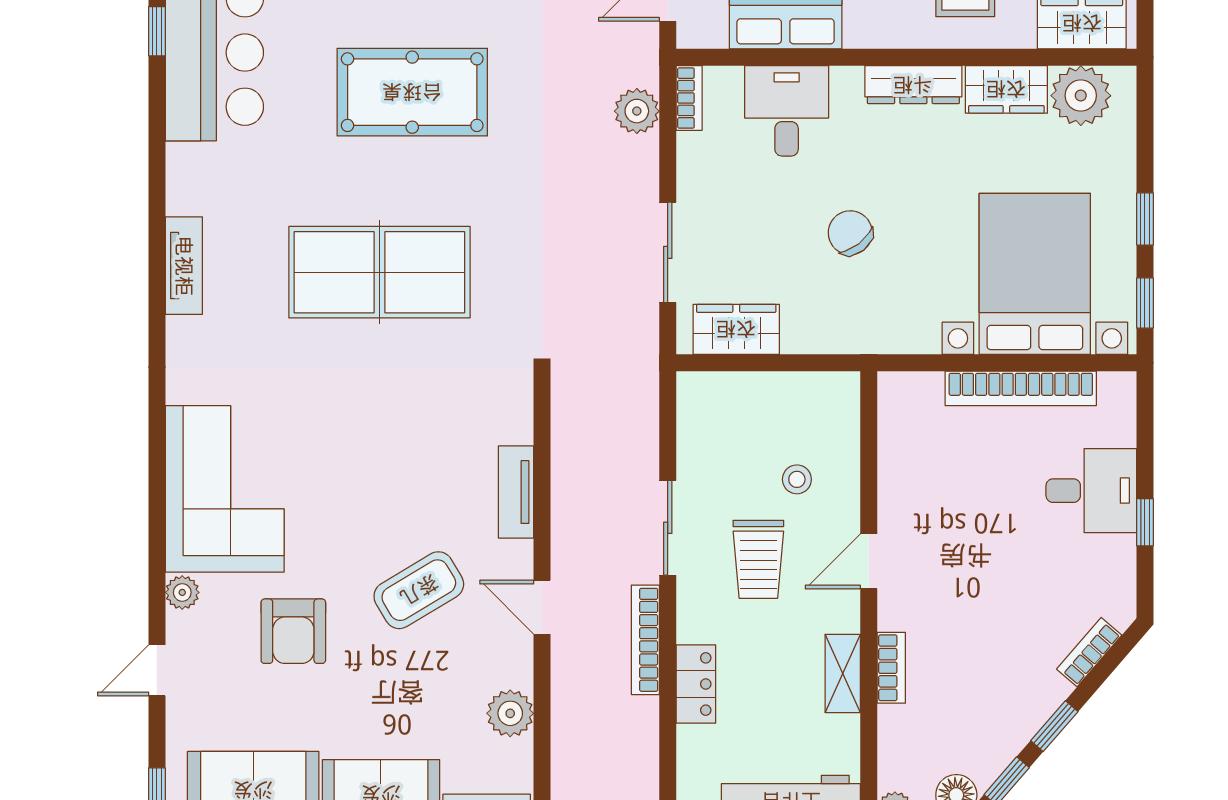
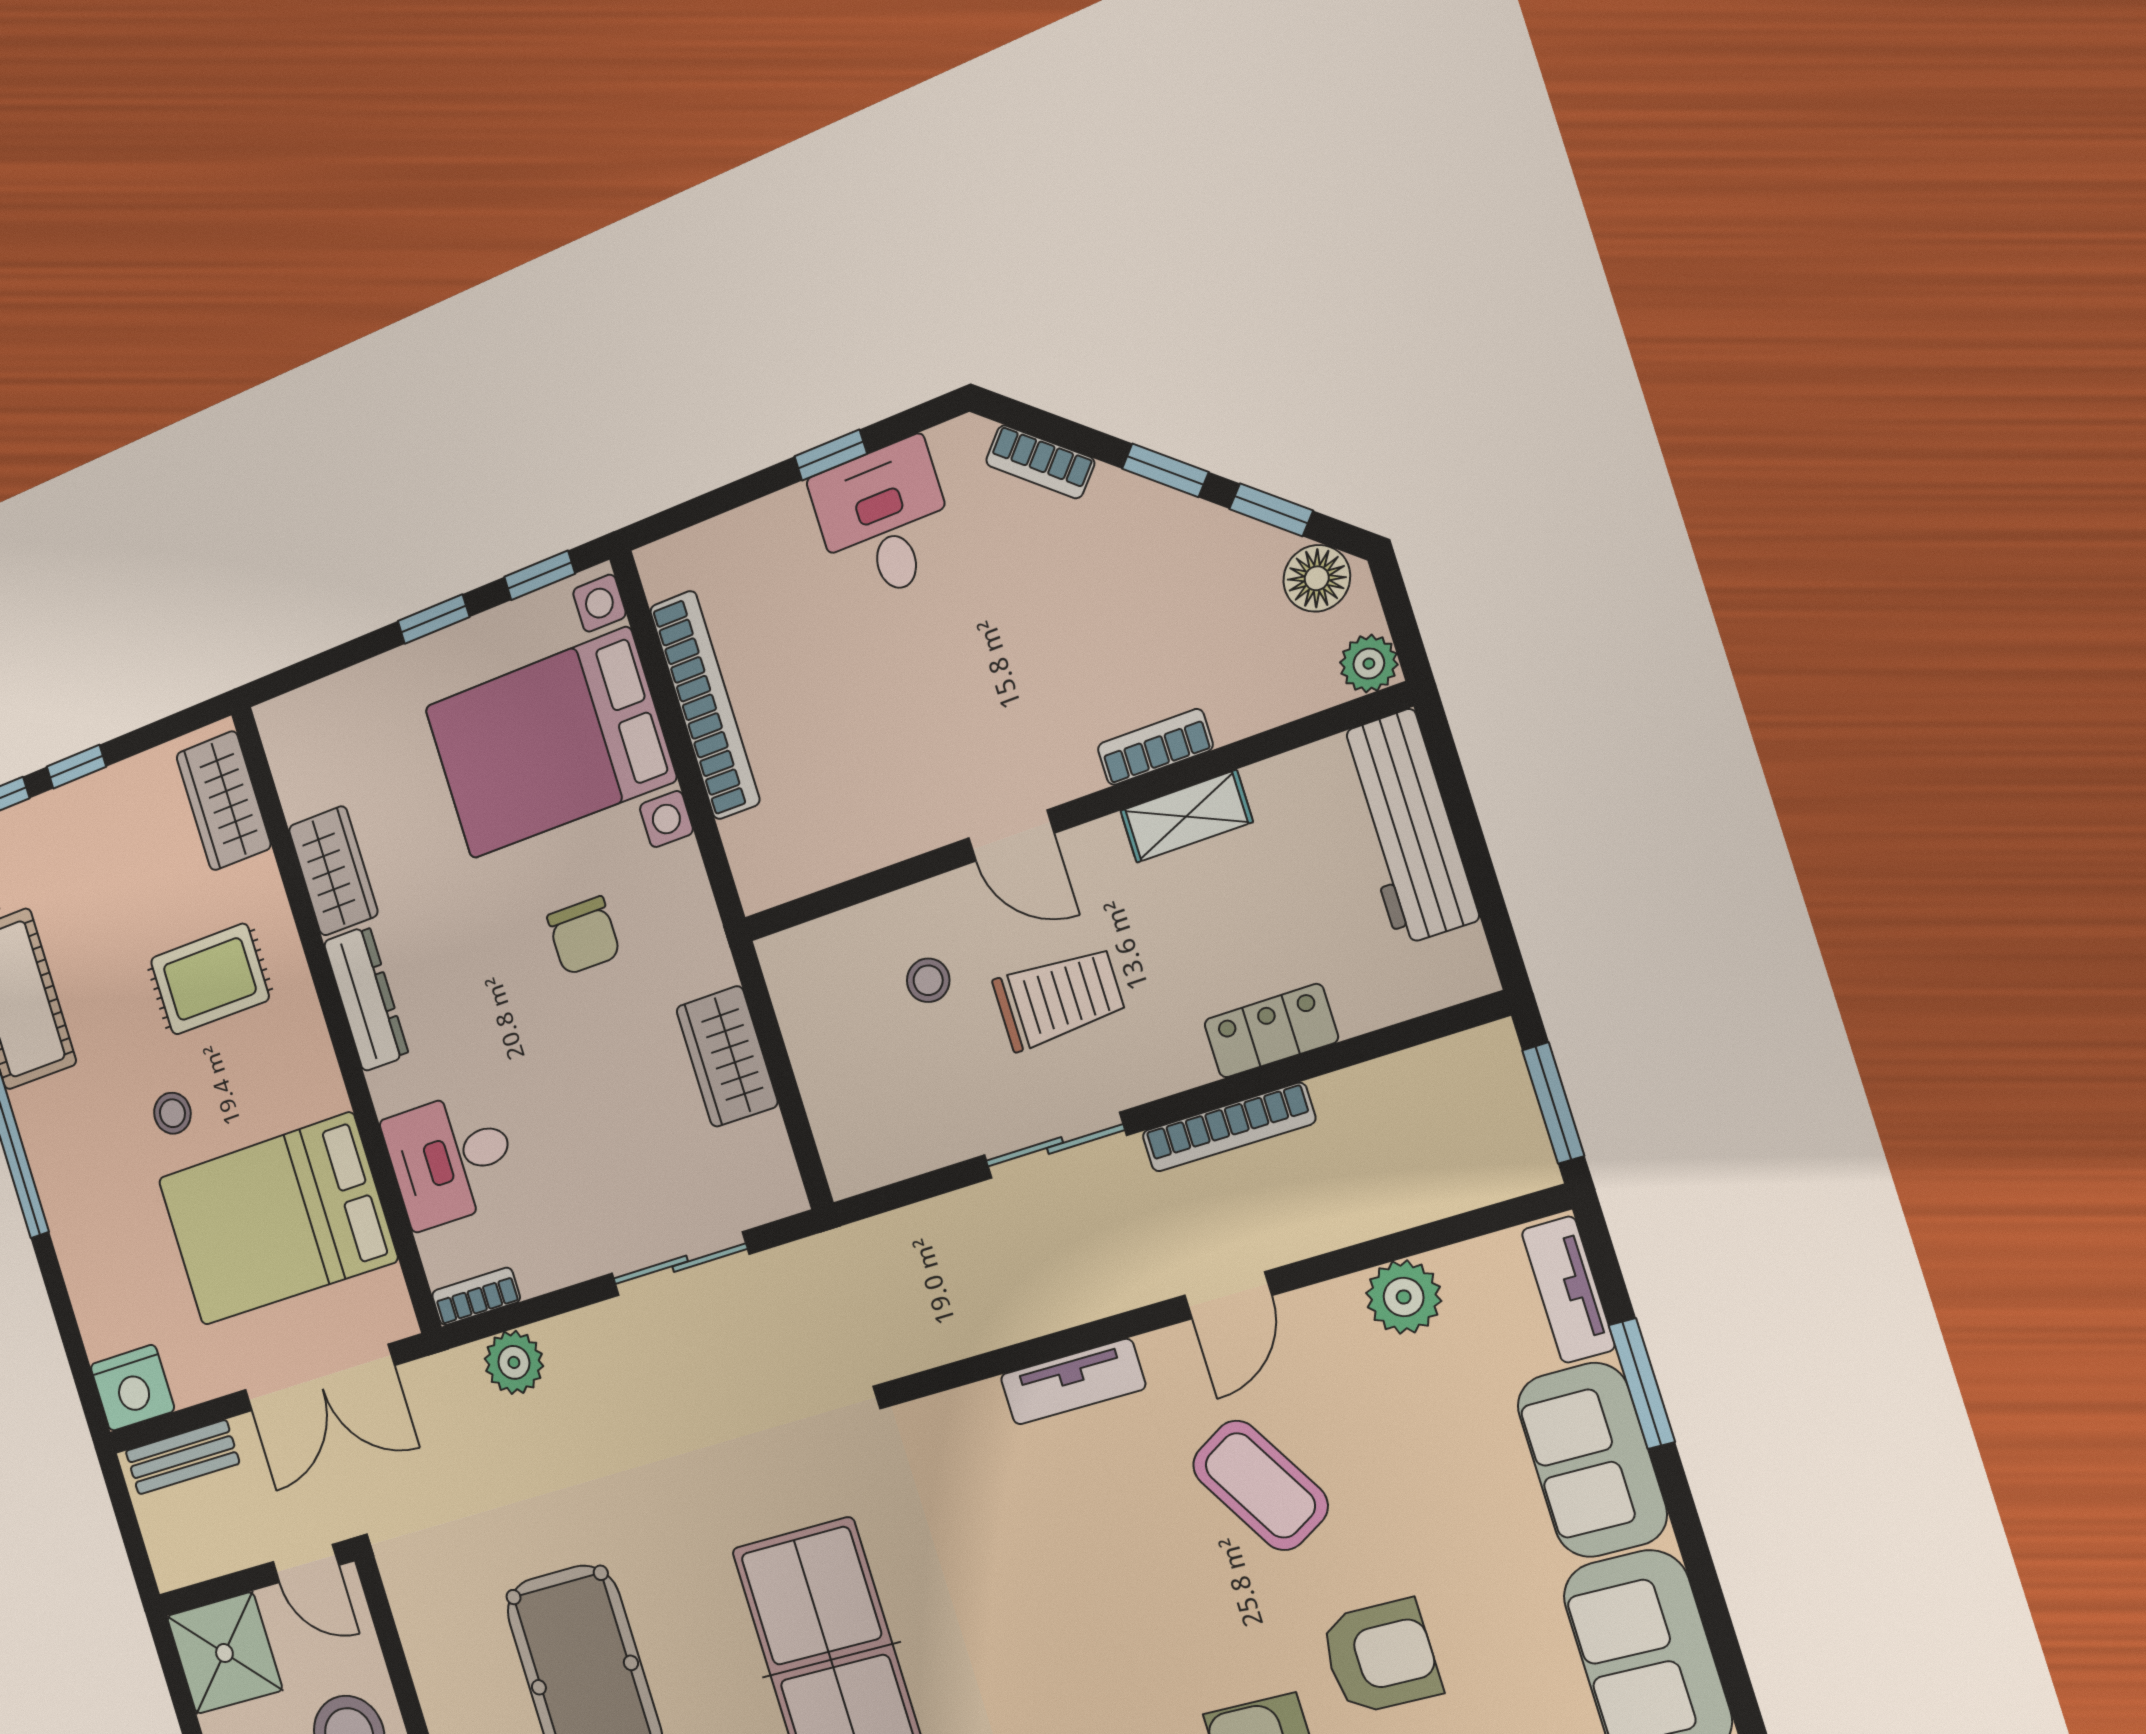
plant: (1081, 96) -> (310, 768), removed
chair: (850, 233) -> (584, 936), moved, turned -52
wardrobe: (736, 329) -> (727, 1057), moved
desk: (1091, 491) -> (884, 521), moved

